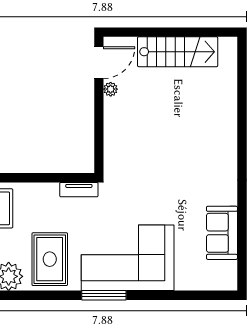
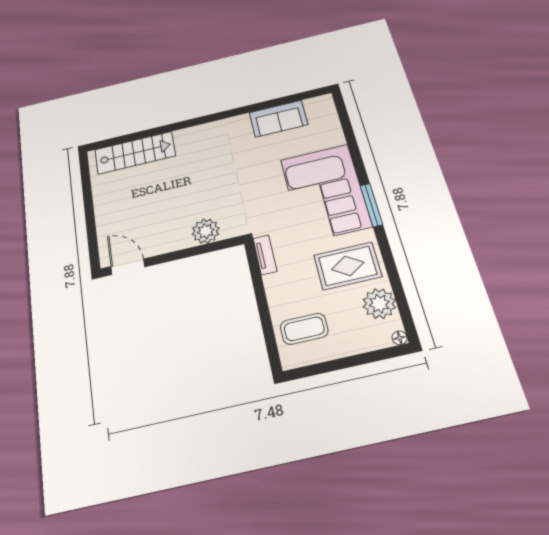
stairs: (178, 52) -> (135, 153), moved, turned 90
plant: (111, 89) -> (206, 231), moved, width x1.88, depth x1.88

